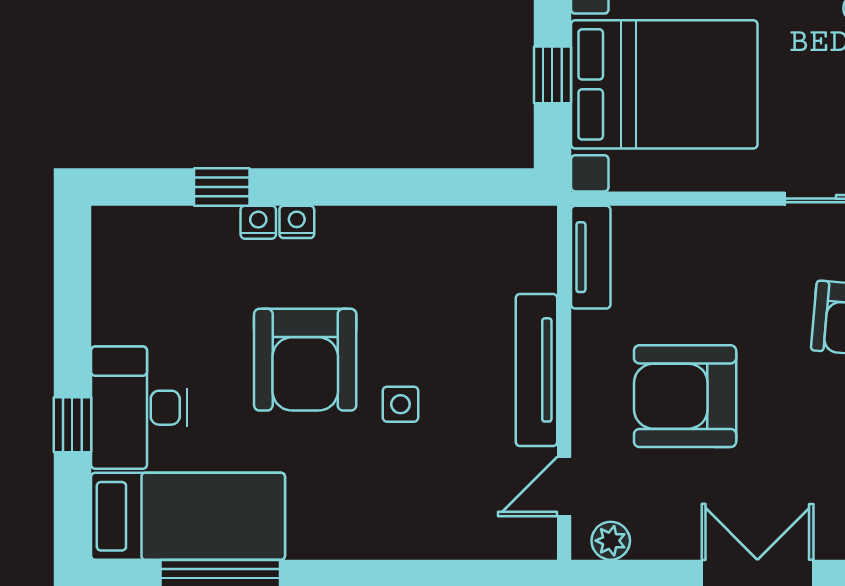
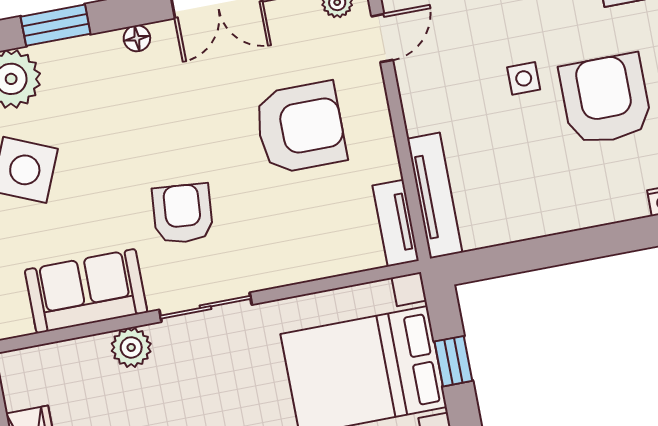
nightstand: (297, 222) -> (633, 207), removed
tv unit: (537, 370) -> (435, 196), moved

